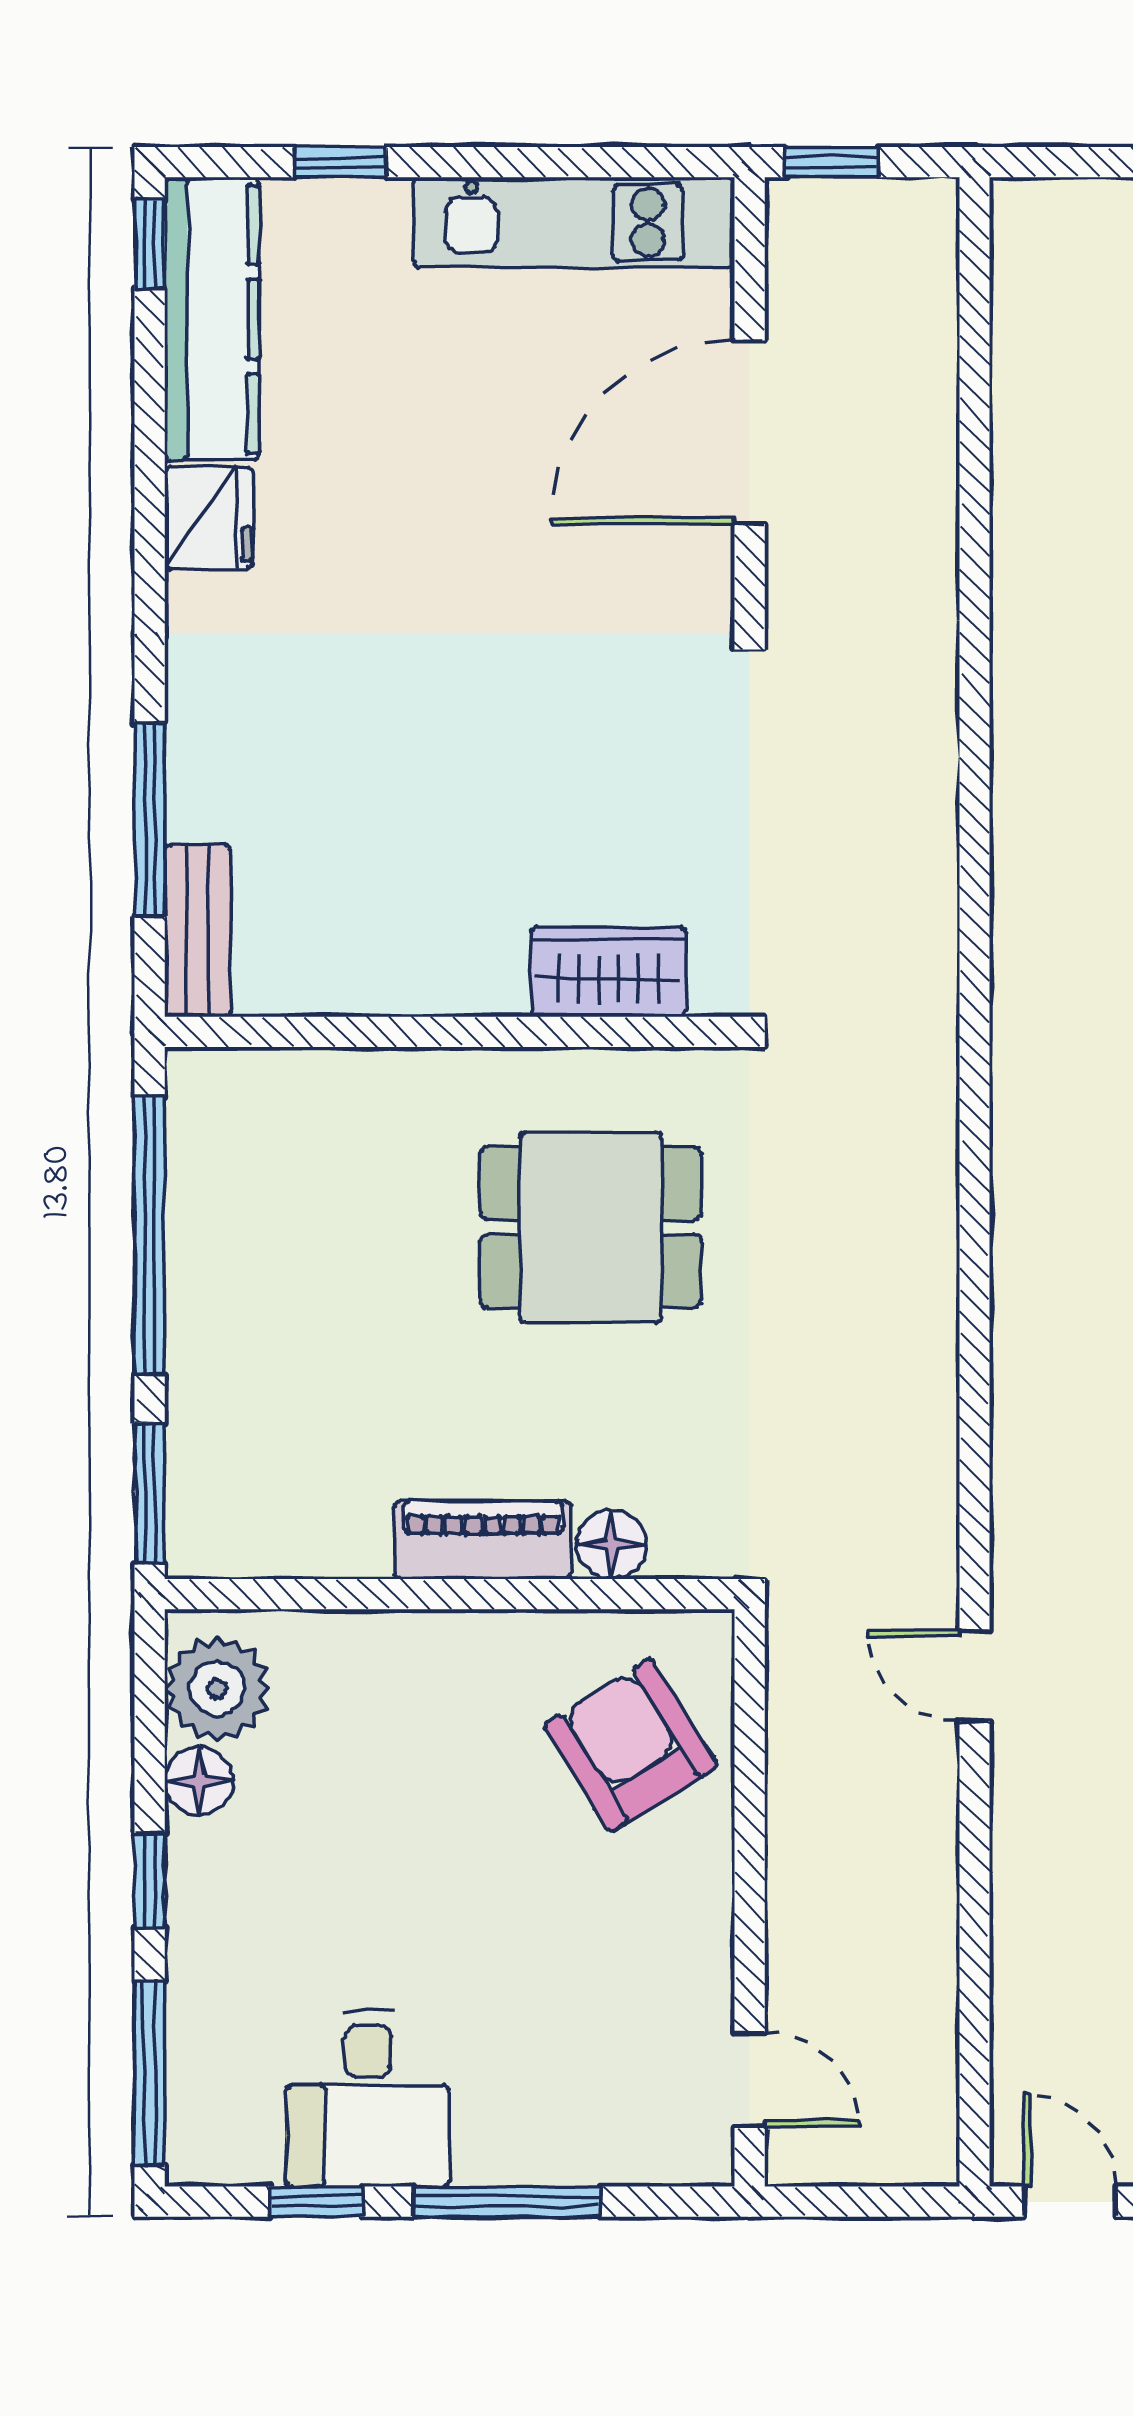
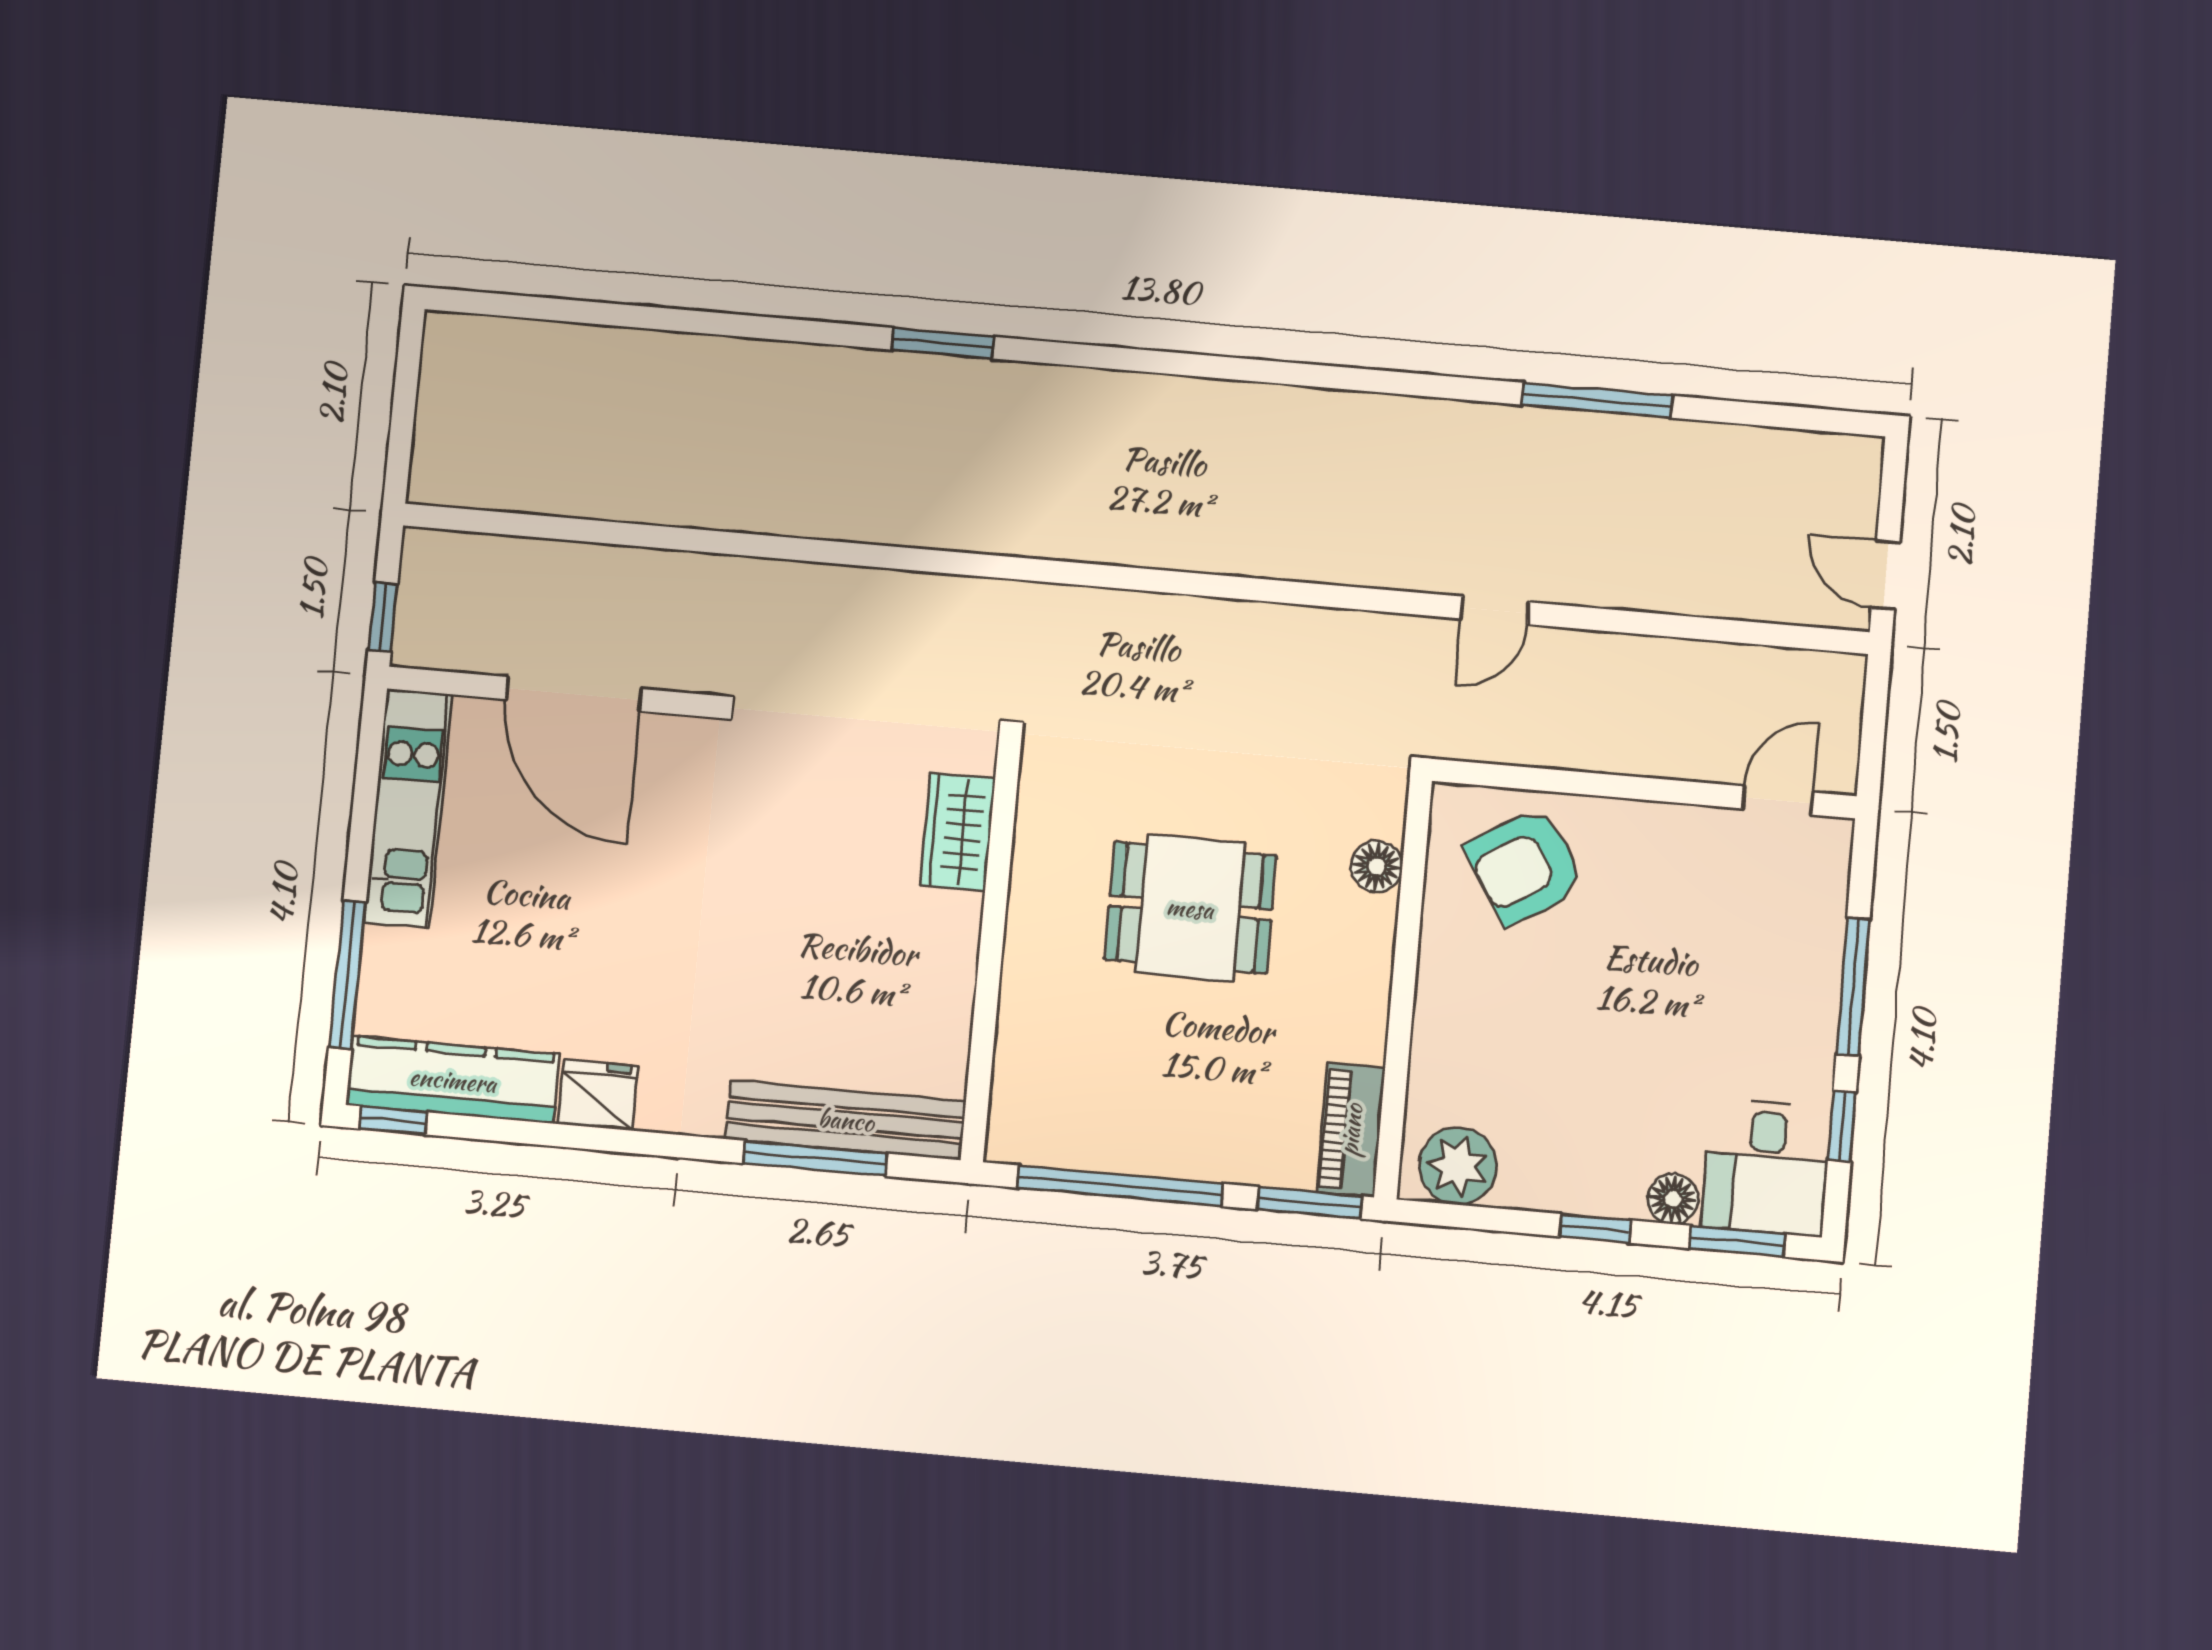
window: (341, 162) -> (347, 975), width x2.17
bench: (198, 931) -> (846, 1120), width x1.86, depth x1.21
dining table: (591, 1227) -> (1190, 908), moved, turned 90
piano: (483, 1540) -> (1351, 1130), moved
floor lamp: (199, 1781) -> (1673, 1199), moved
window: (150, 2073) -> (1737, 1241), width x0.69
desk: (368, 2099) -> (1766, 1167), moved, turned 90
door: (1070, 2202) -> (1886, 575), hinge flipped

